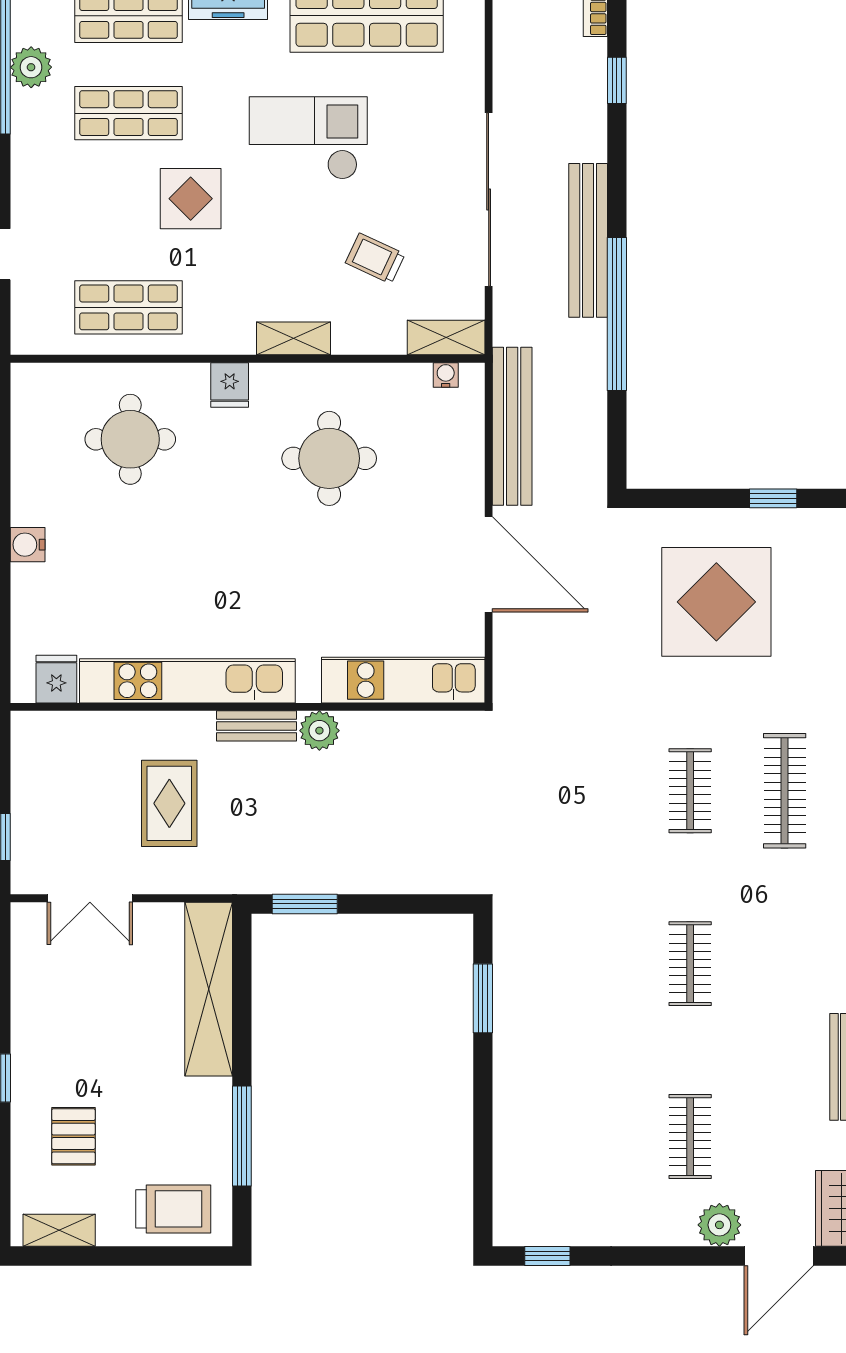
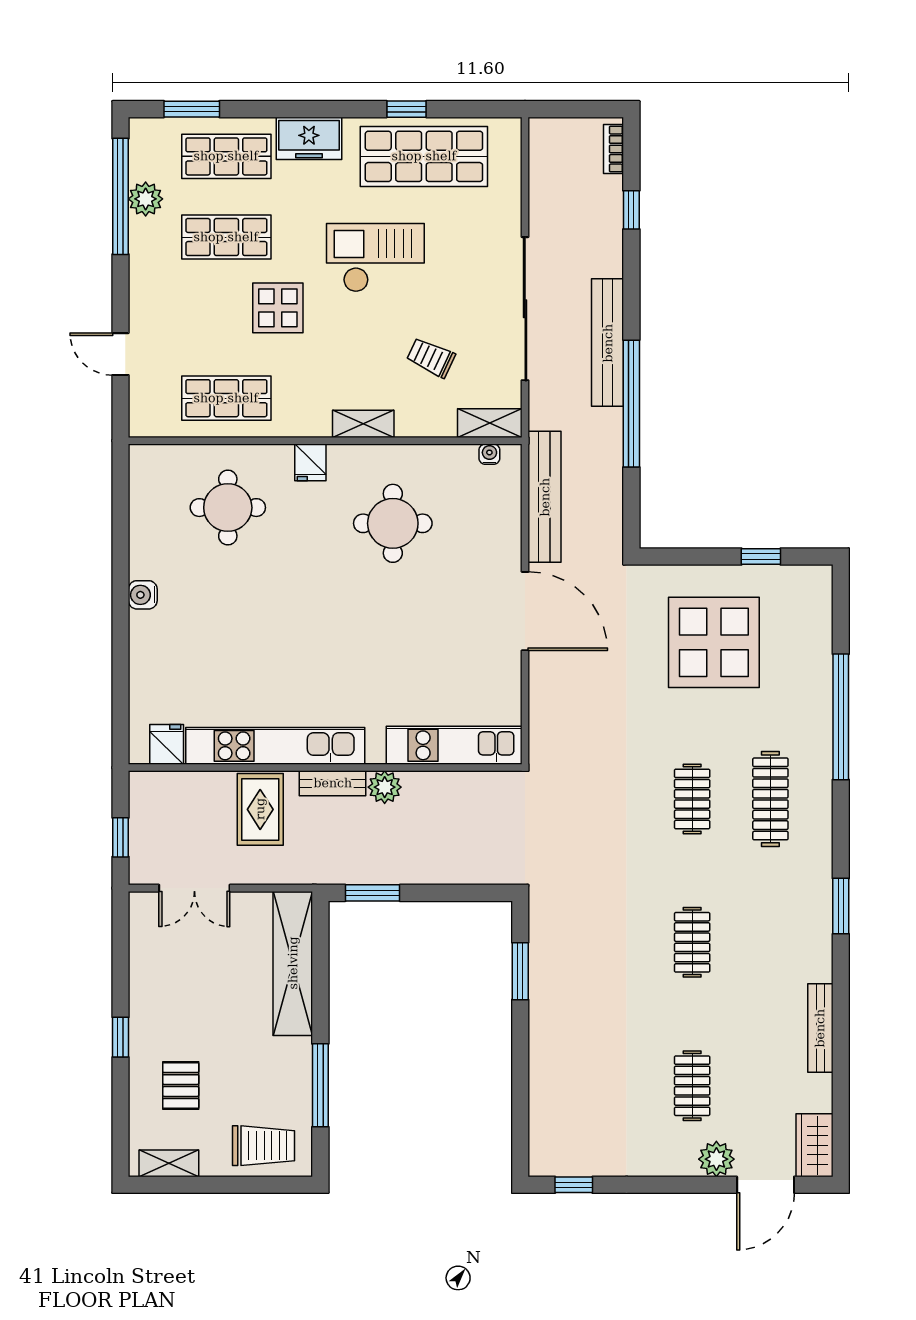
fridge: (56, 679) -> (167, 744), moved
kitchen unit: (403, 680) -> (454, 745), moved
kitchen unit: (187, 681) -> (275, 746), moved
wall: (248, 707) -> (325, 768), moved
bench: (257, 726) -> (333, 783), moved
plant: (319, 731) -> (385, 787), moved

